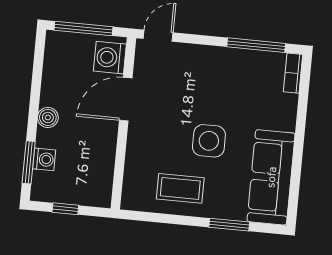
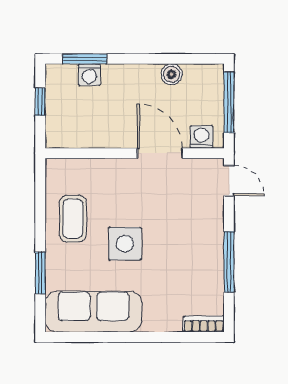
window: (256, 45) -> (229, 262), moved
washing machine: (110, 58) -> (201, 137), width x0.73, depth x0.73
boiler: (48, 117) -> (172, 74), moved

